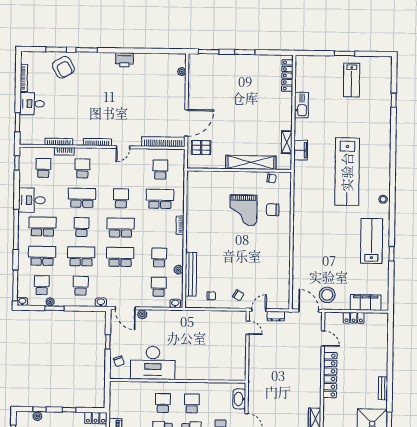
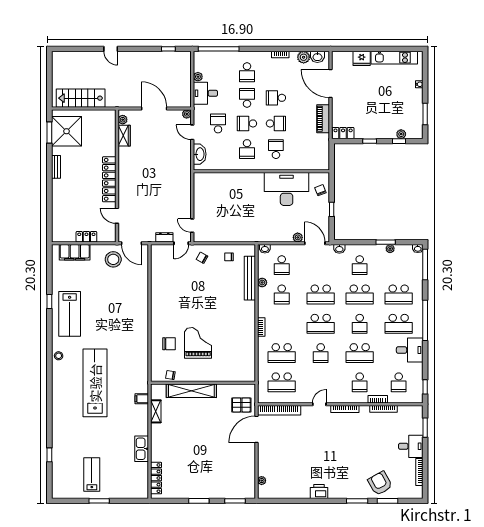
filing cabinet: (301, 150) -> (142, 399), width x0.50
school desk: (160, 170) -> (282, 382), width x1.85
school desk: (42, 285) -> (399, 265), removed
school desk: (163, 403) -> (276, 149), turned 180

